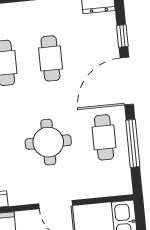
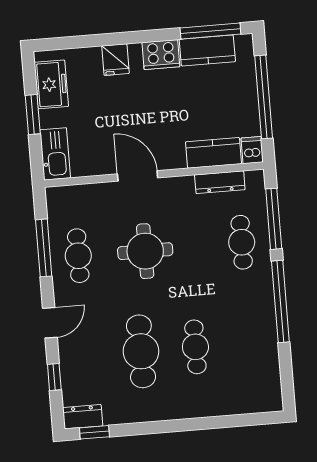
cafe table: (50, 58) -> (141, 351), width x1.37, depth x1.35
door: (127, 81) -> (50, 323), width x0.53

